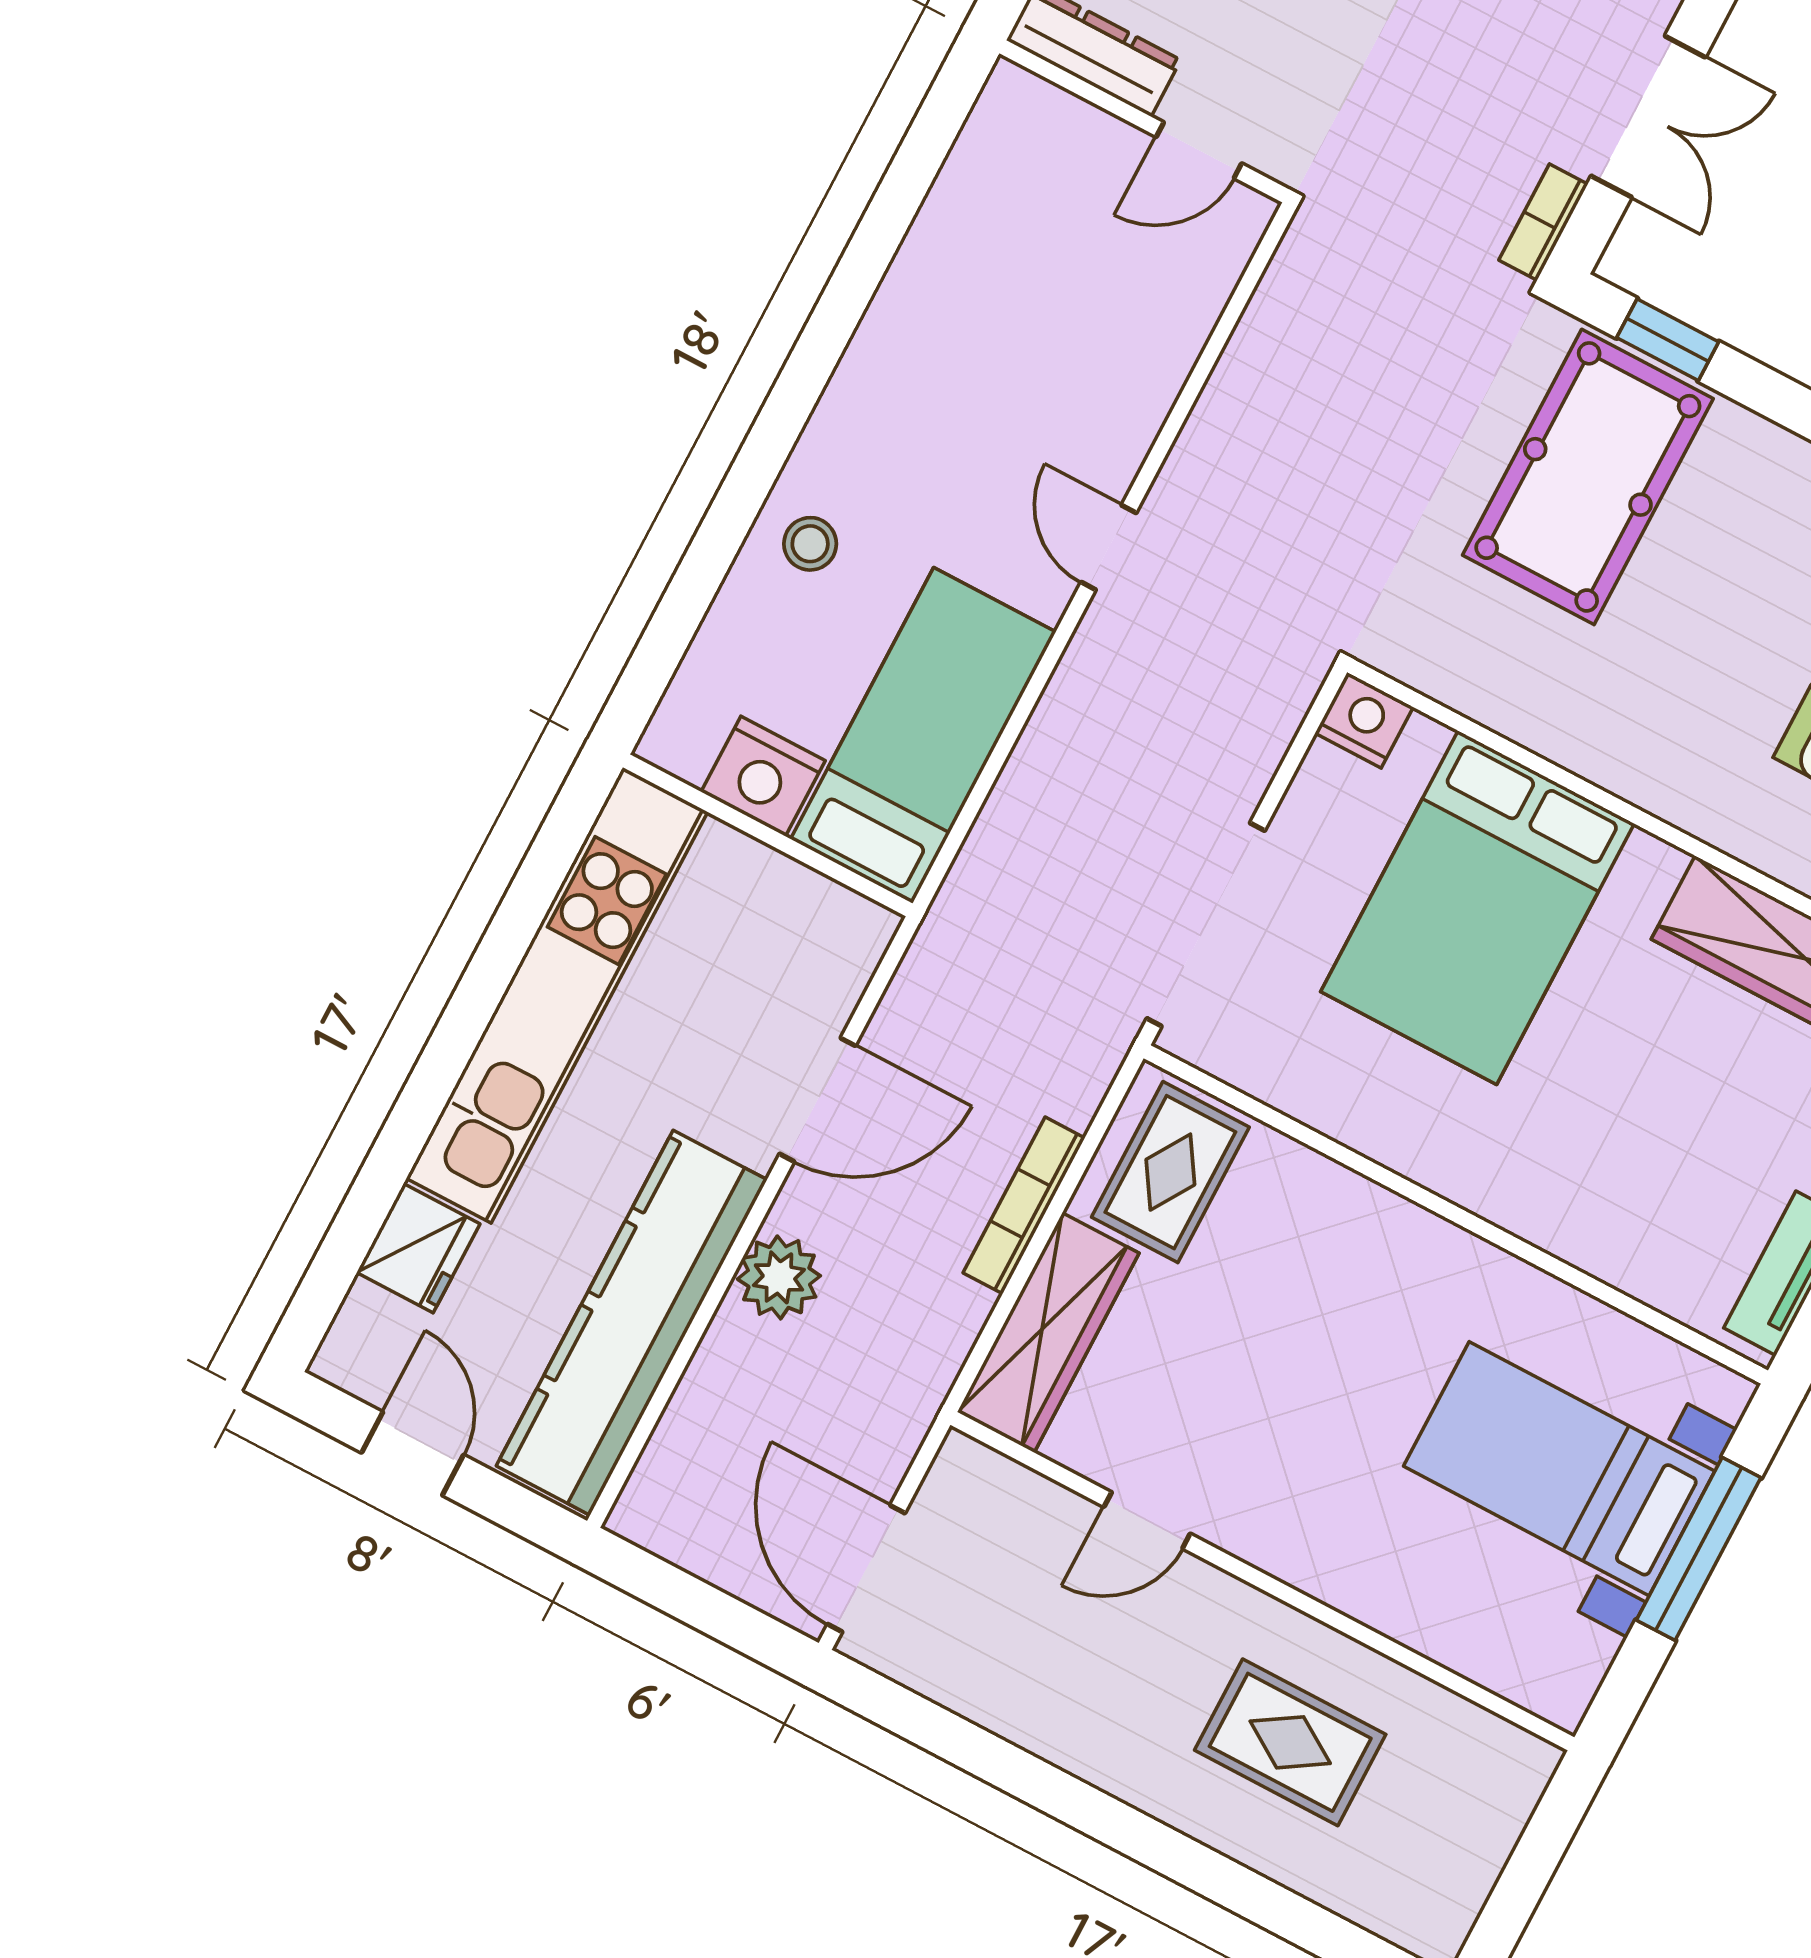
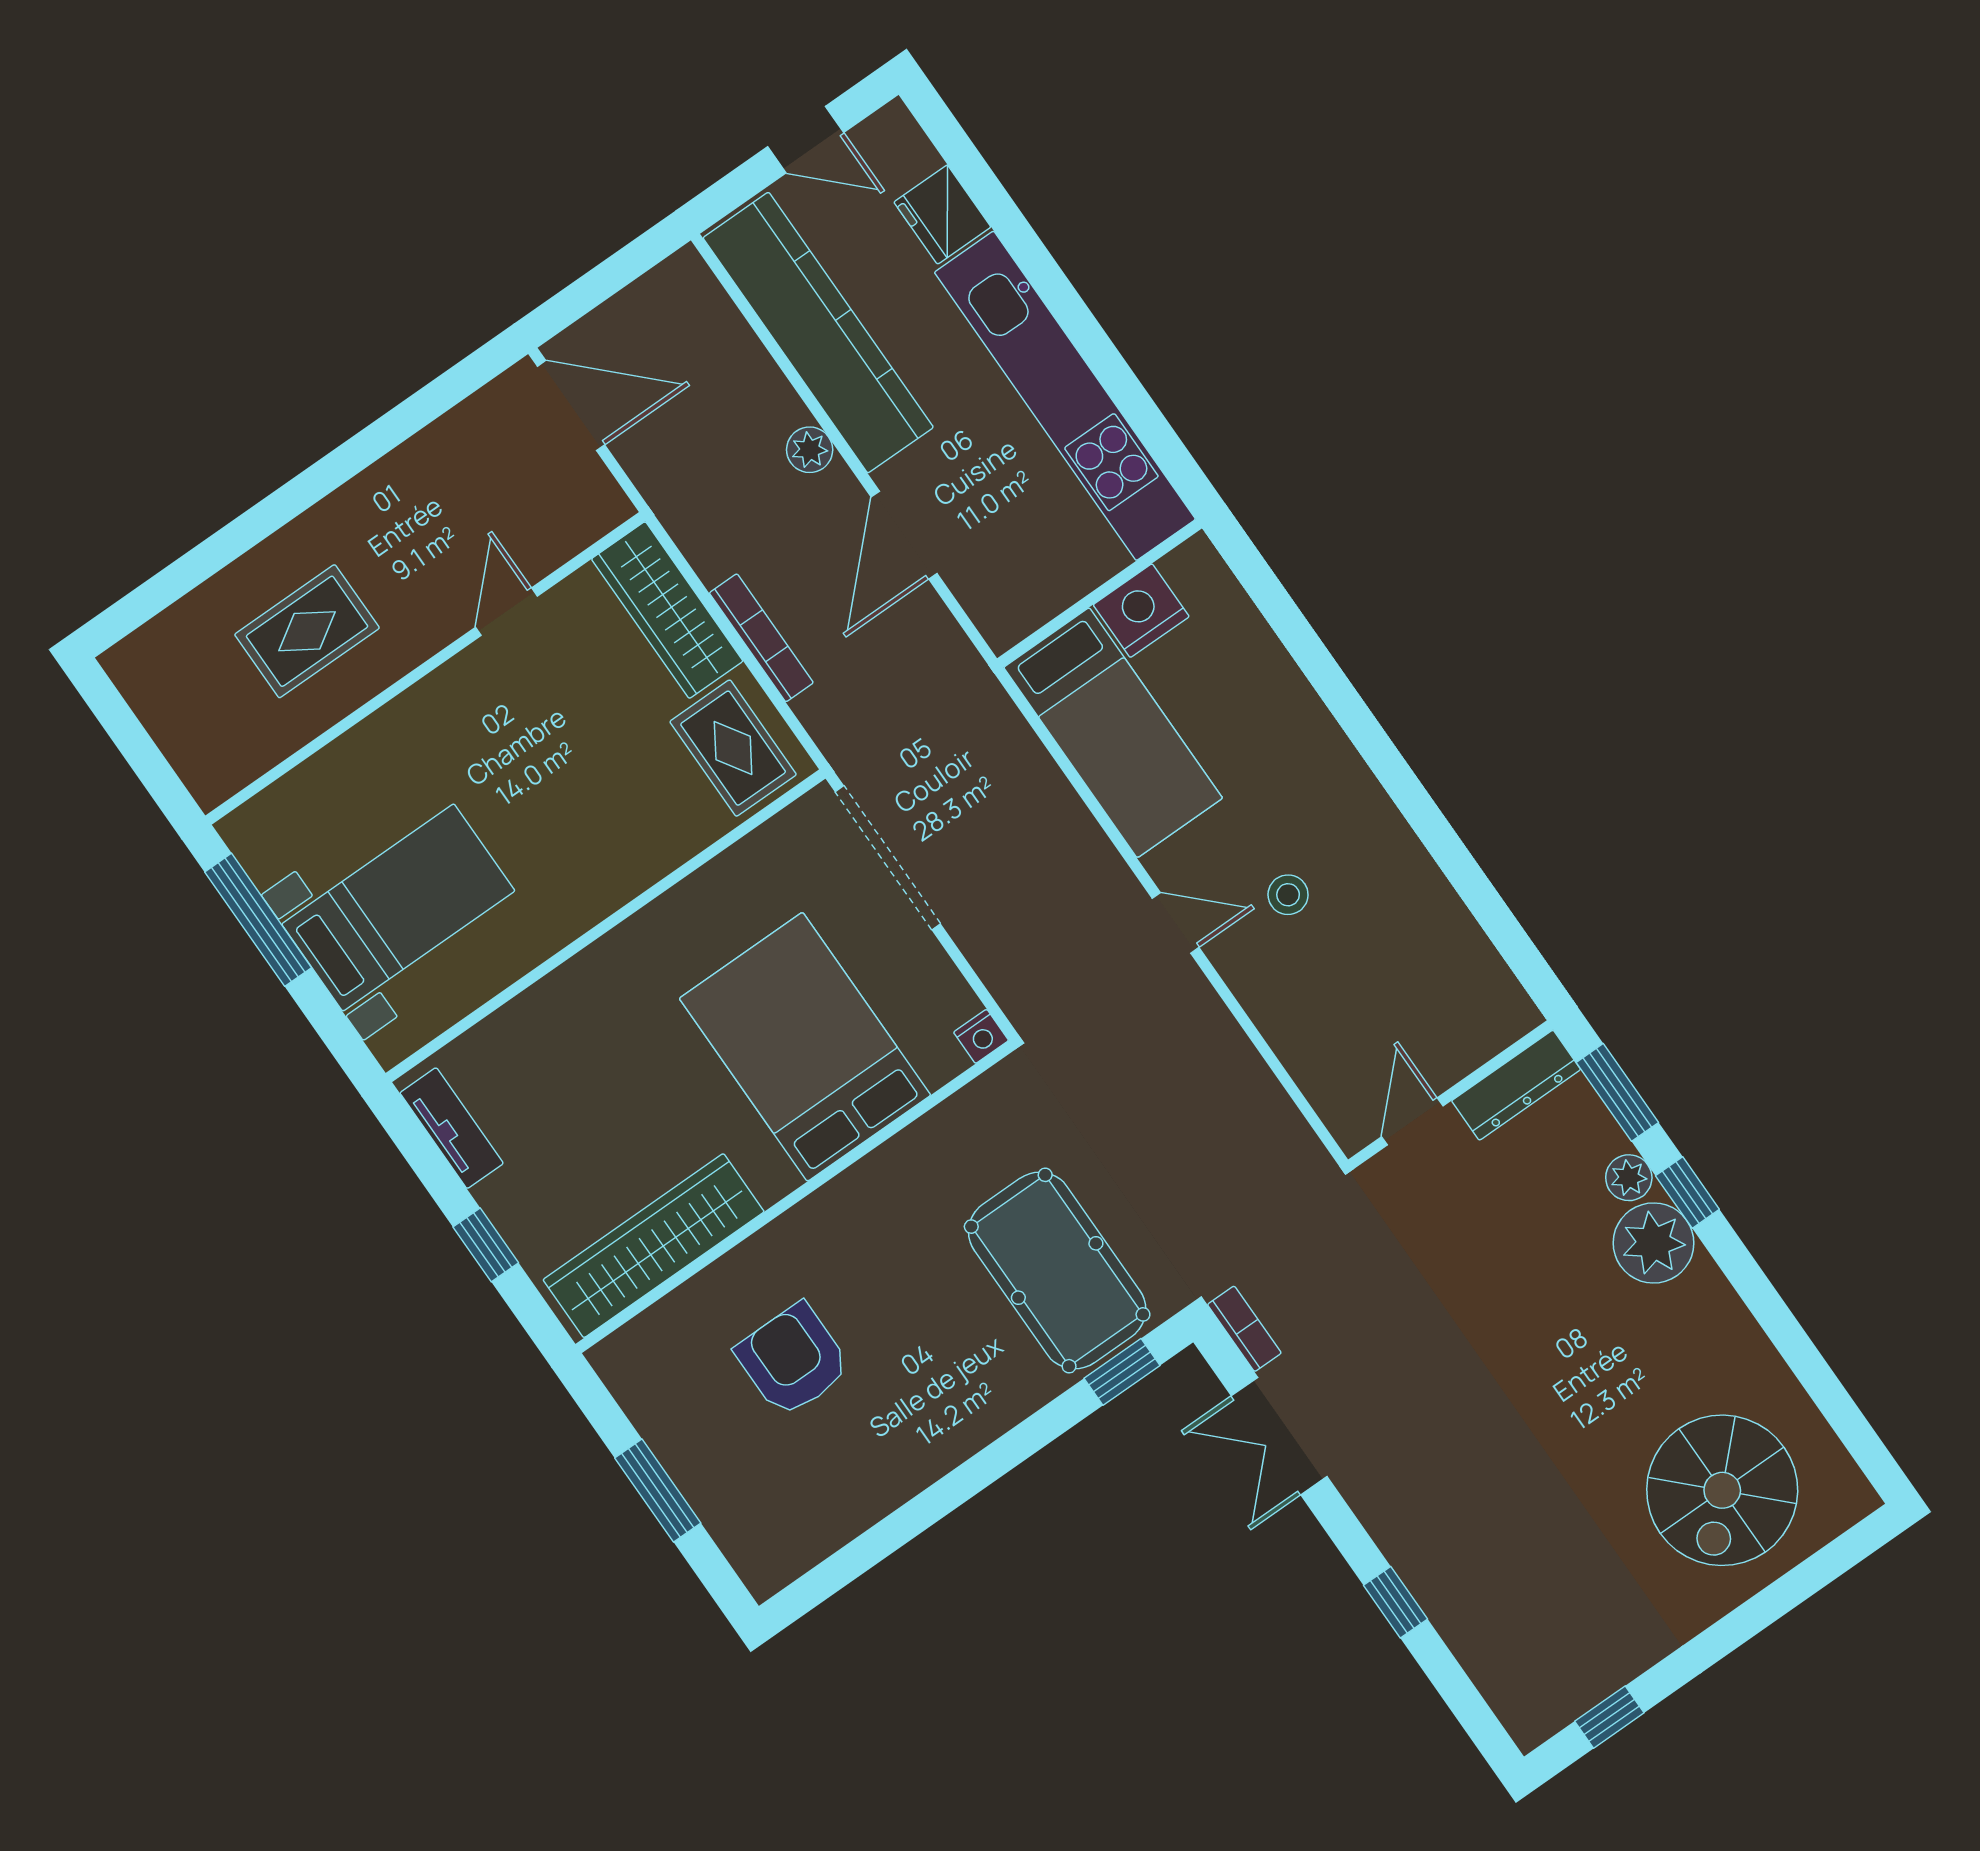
stool: (810, 544) -> (1288, 895), moved
nightstand: (1364, 720) -> (981, 1036), width x0.72, depth x0.74
plant: (779, 1277) -> (810, 450), width x0.73, depth x0.73
window: (1699, 1549) -> (258, 920), moved

